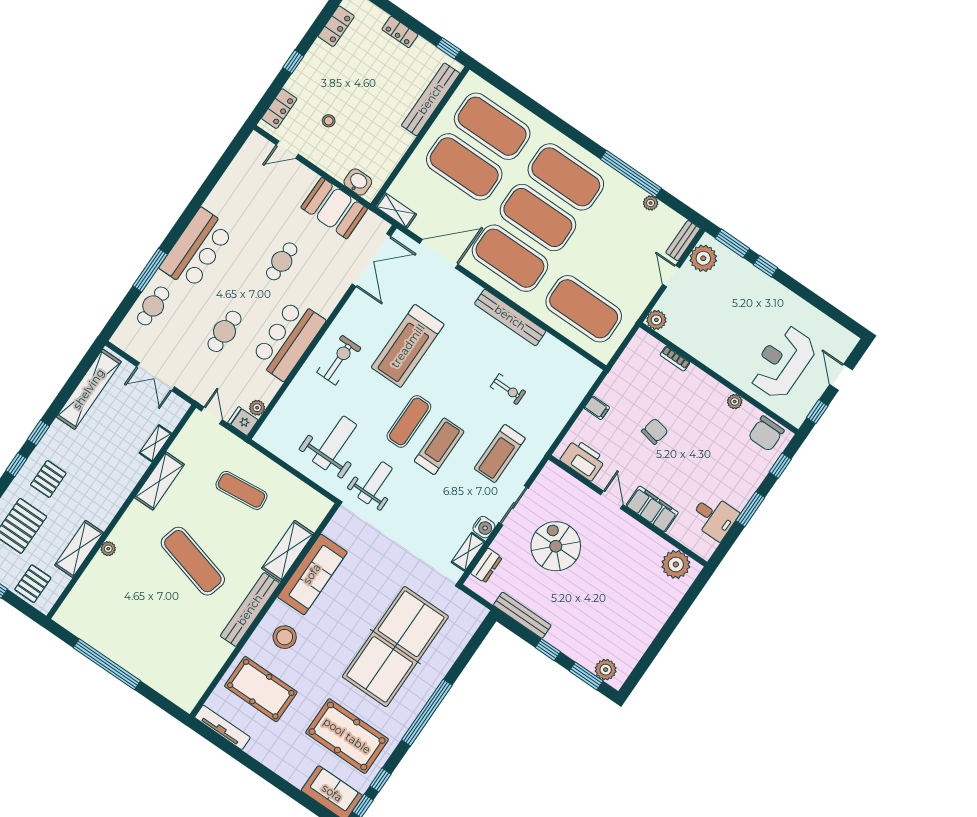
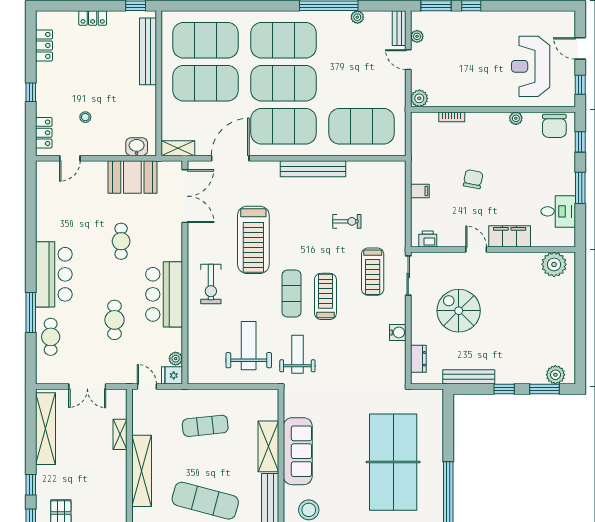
plant: (703, 258) -> (417, 36), width x0.53, depth x0.53
exercise bike: (339, 360) -> (211, 284), turned 180
printer: (583, 460) -> (428, 239), width x0.53, depth x0.68
shelving: (159, 481) -> (142, 471), width x1.47
sliding door: (514, 505) -> (408, 275), moved
shelving: (468, 552) -> (399, 358), removed

